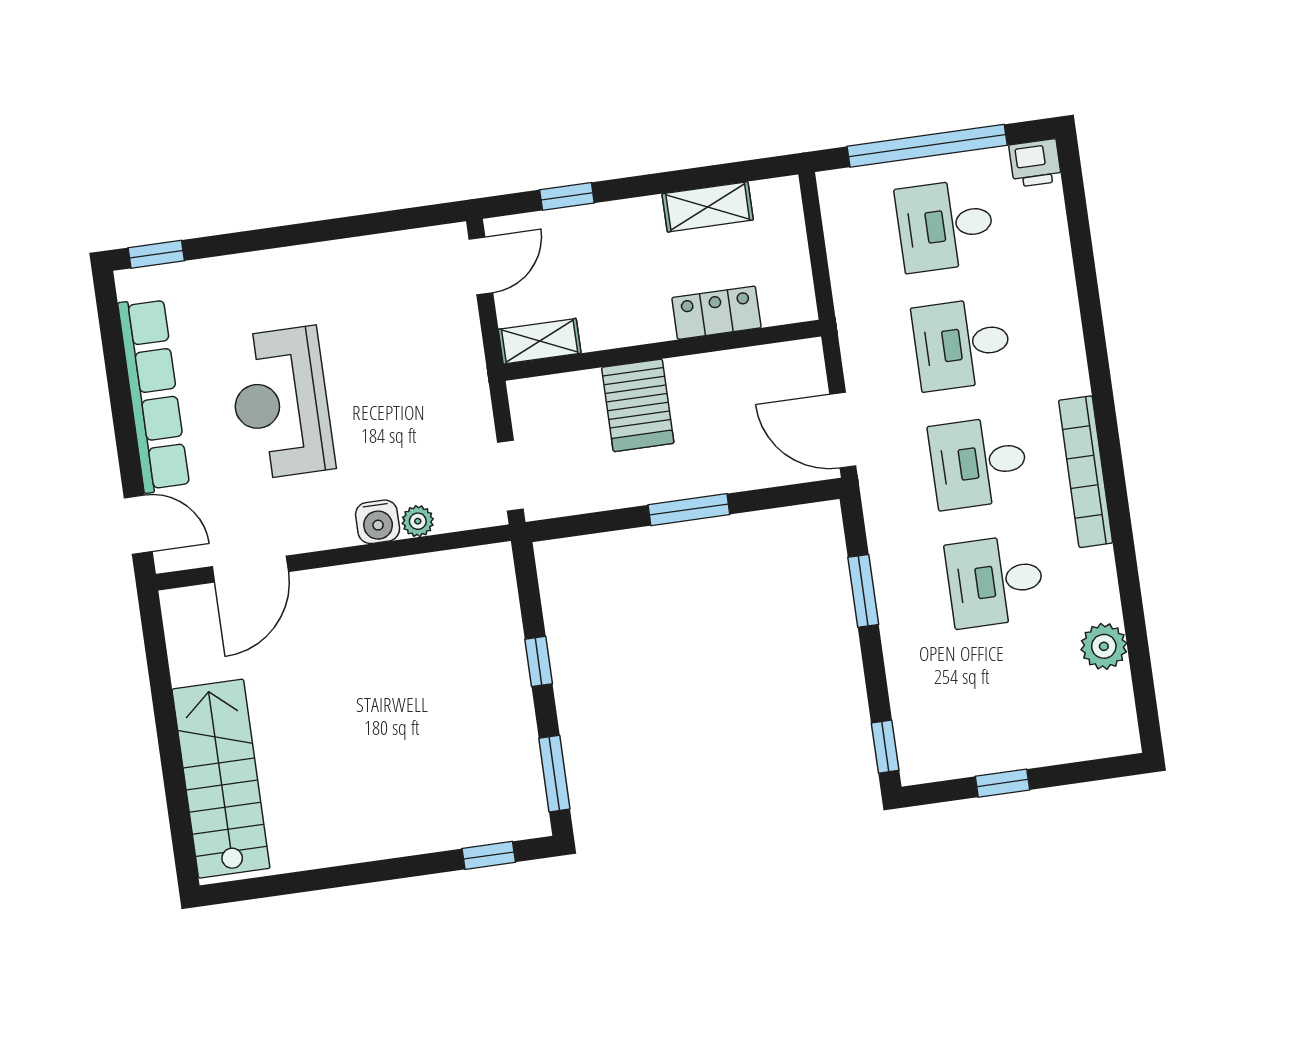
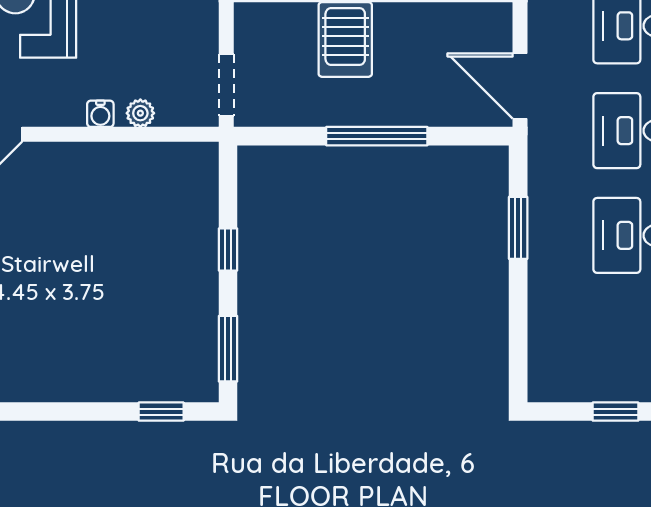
window: (689, 510) -> (377, 136), width x1.44
water cooler: (378, 522) -> (100, 114), width x0.72, depth x0.72
window: (885, 747) -> (518, 366), removed

